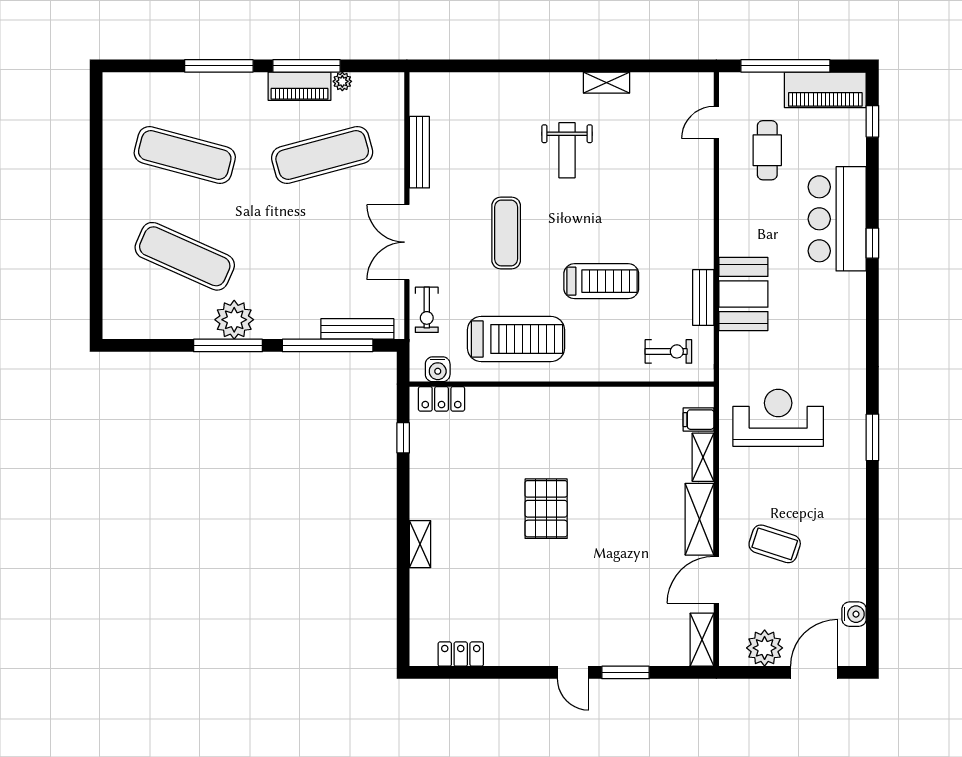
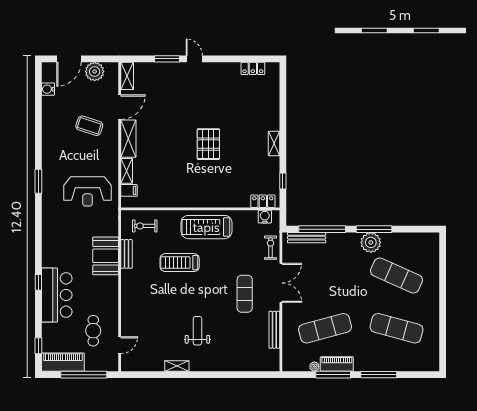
exercise mat: (506, 233) -> (245, 294), moved
treadmill: (516, 339) -> (206, 227), moved
shelving: (420, 544) -> (274, 144), moved

